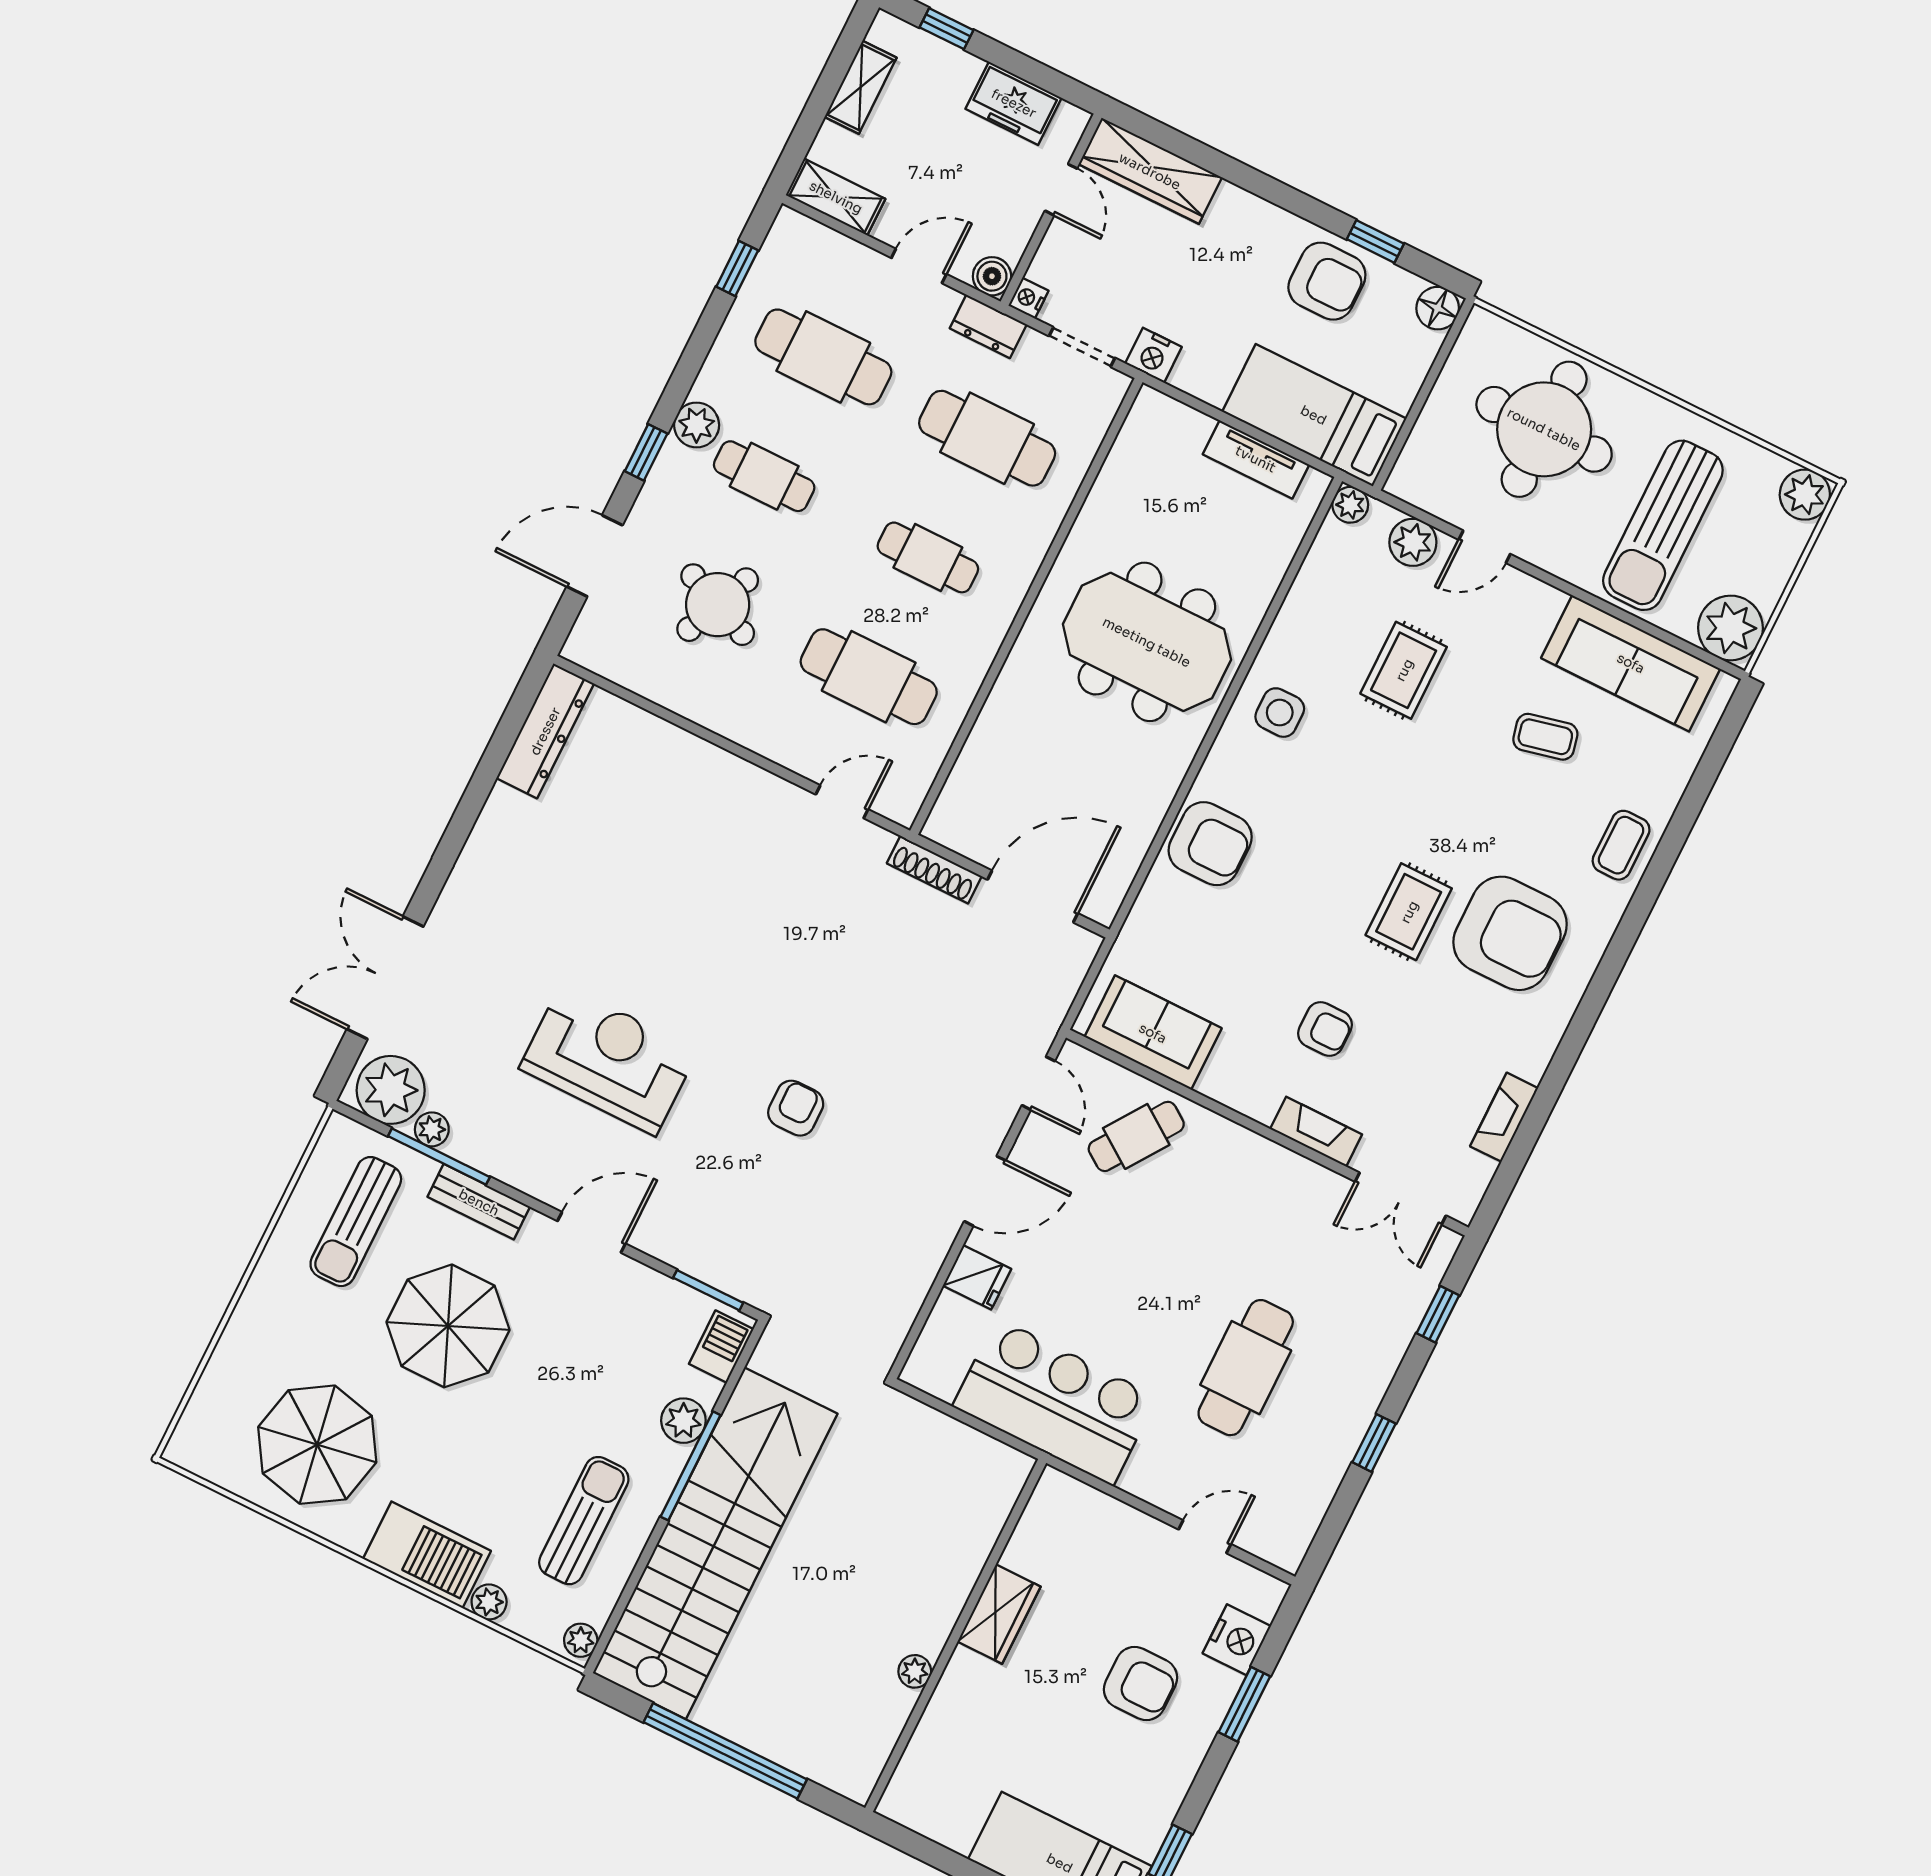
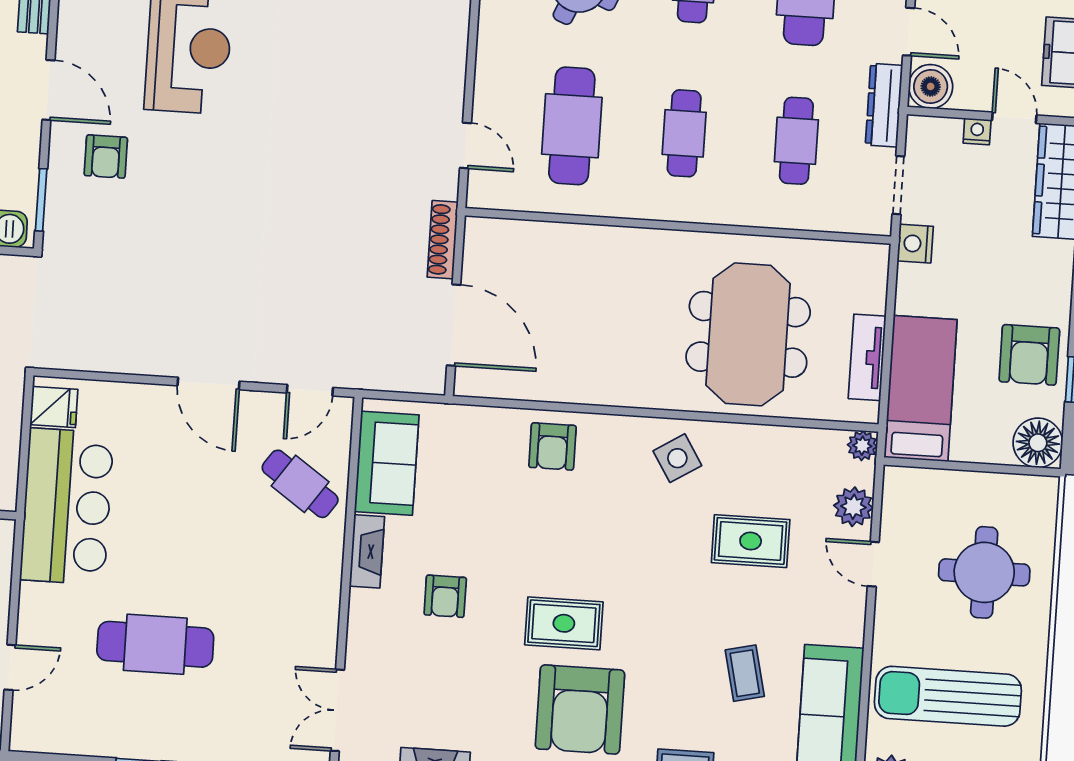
door: (1061, 190) -> (1014, 118), swing flipped
boiler: (992, 276) -> (931, 86), width x1.36, depth x1.36
nightstand: (1028, 298) -> (977, 131), moved
floor lamp: (1438, 308) -> (1038, 443), width x1.38, depth x1.38
dresser: (988, 326) -> (884, 105), width x1.44
round table: (1544, 429) -> (984, 572), width x0.73, depth x0.73
cafe table: (987, 438) -> (796, 141), width x0.73, depth x0.74
meeting table: (1147, 642) -> (748, 334), moved
side table: (1280, 713) -> (677, 458), turned -32
armchair: (1210, 844) -> (552, 446), width x0.72, depth x0.72
armchair: (796, 1108) -> (106, 156), moved, turned 90
fireplace: (1316, 1132) -> (367, 551), moved
fridge: (977, 1277) -> (54, 407), moved, turned -90
door: (1205, 1537) -> (10, 667), hinge flipped

